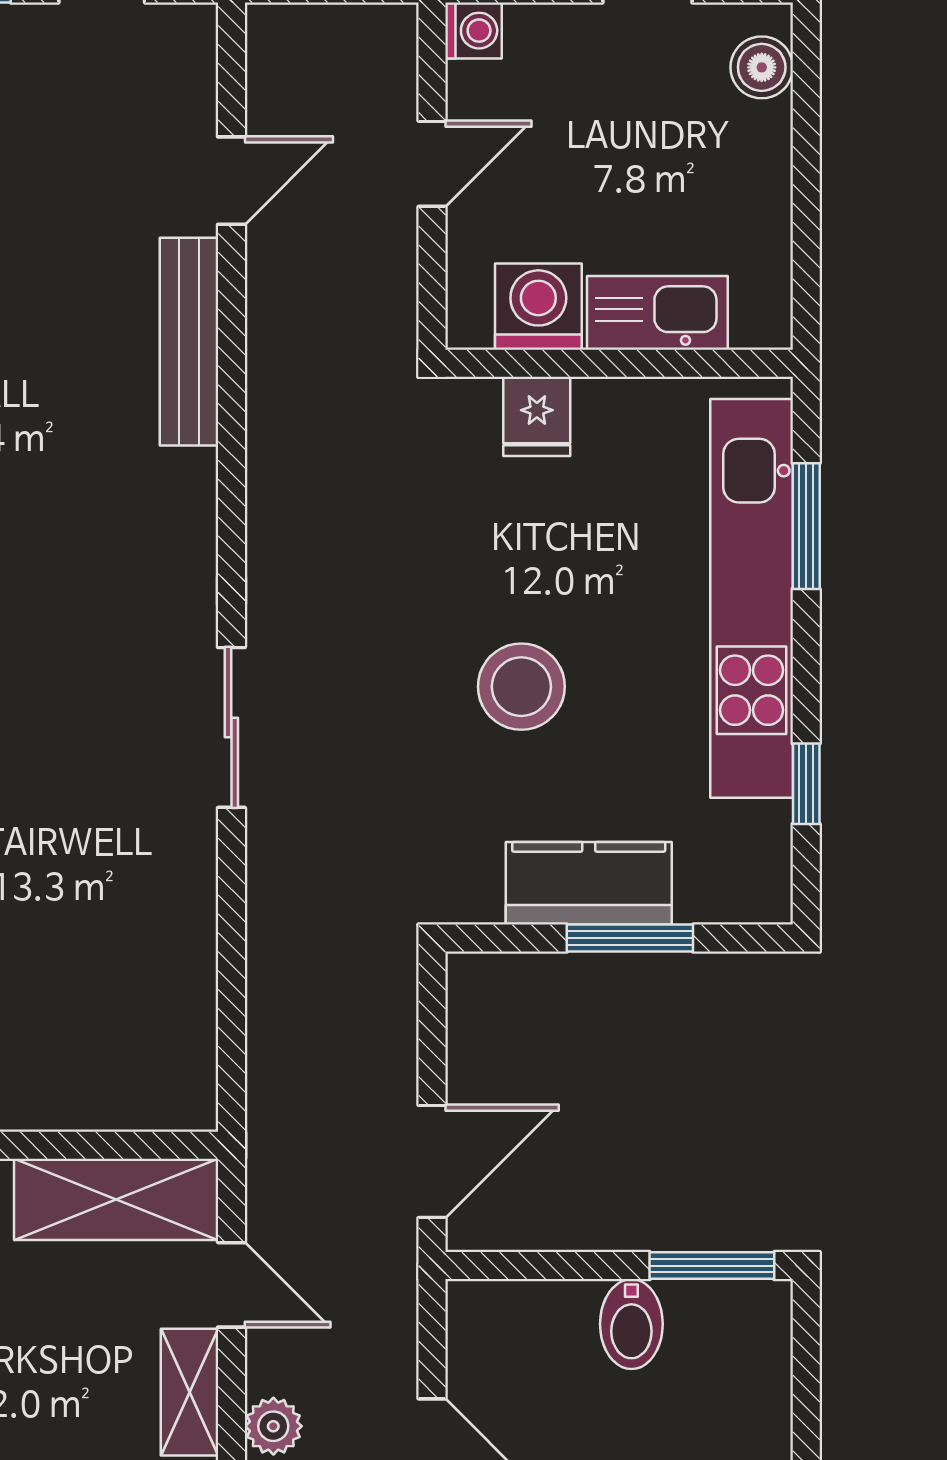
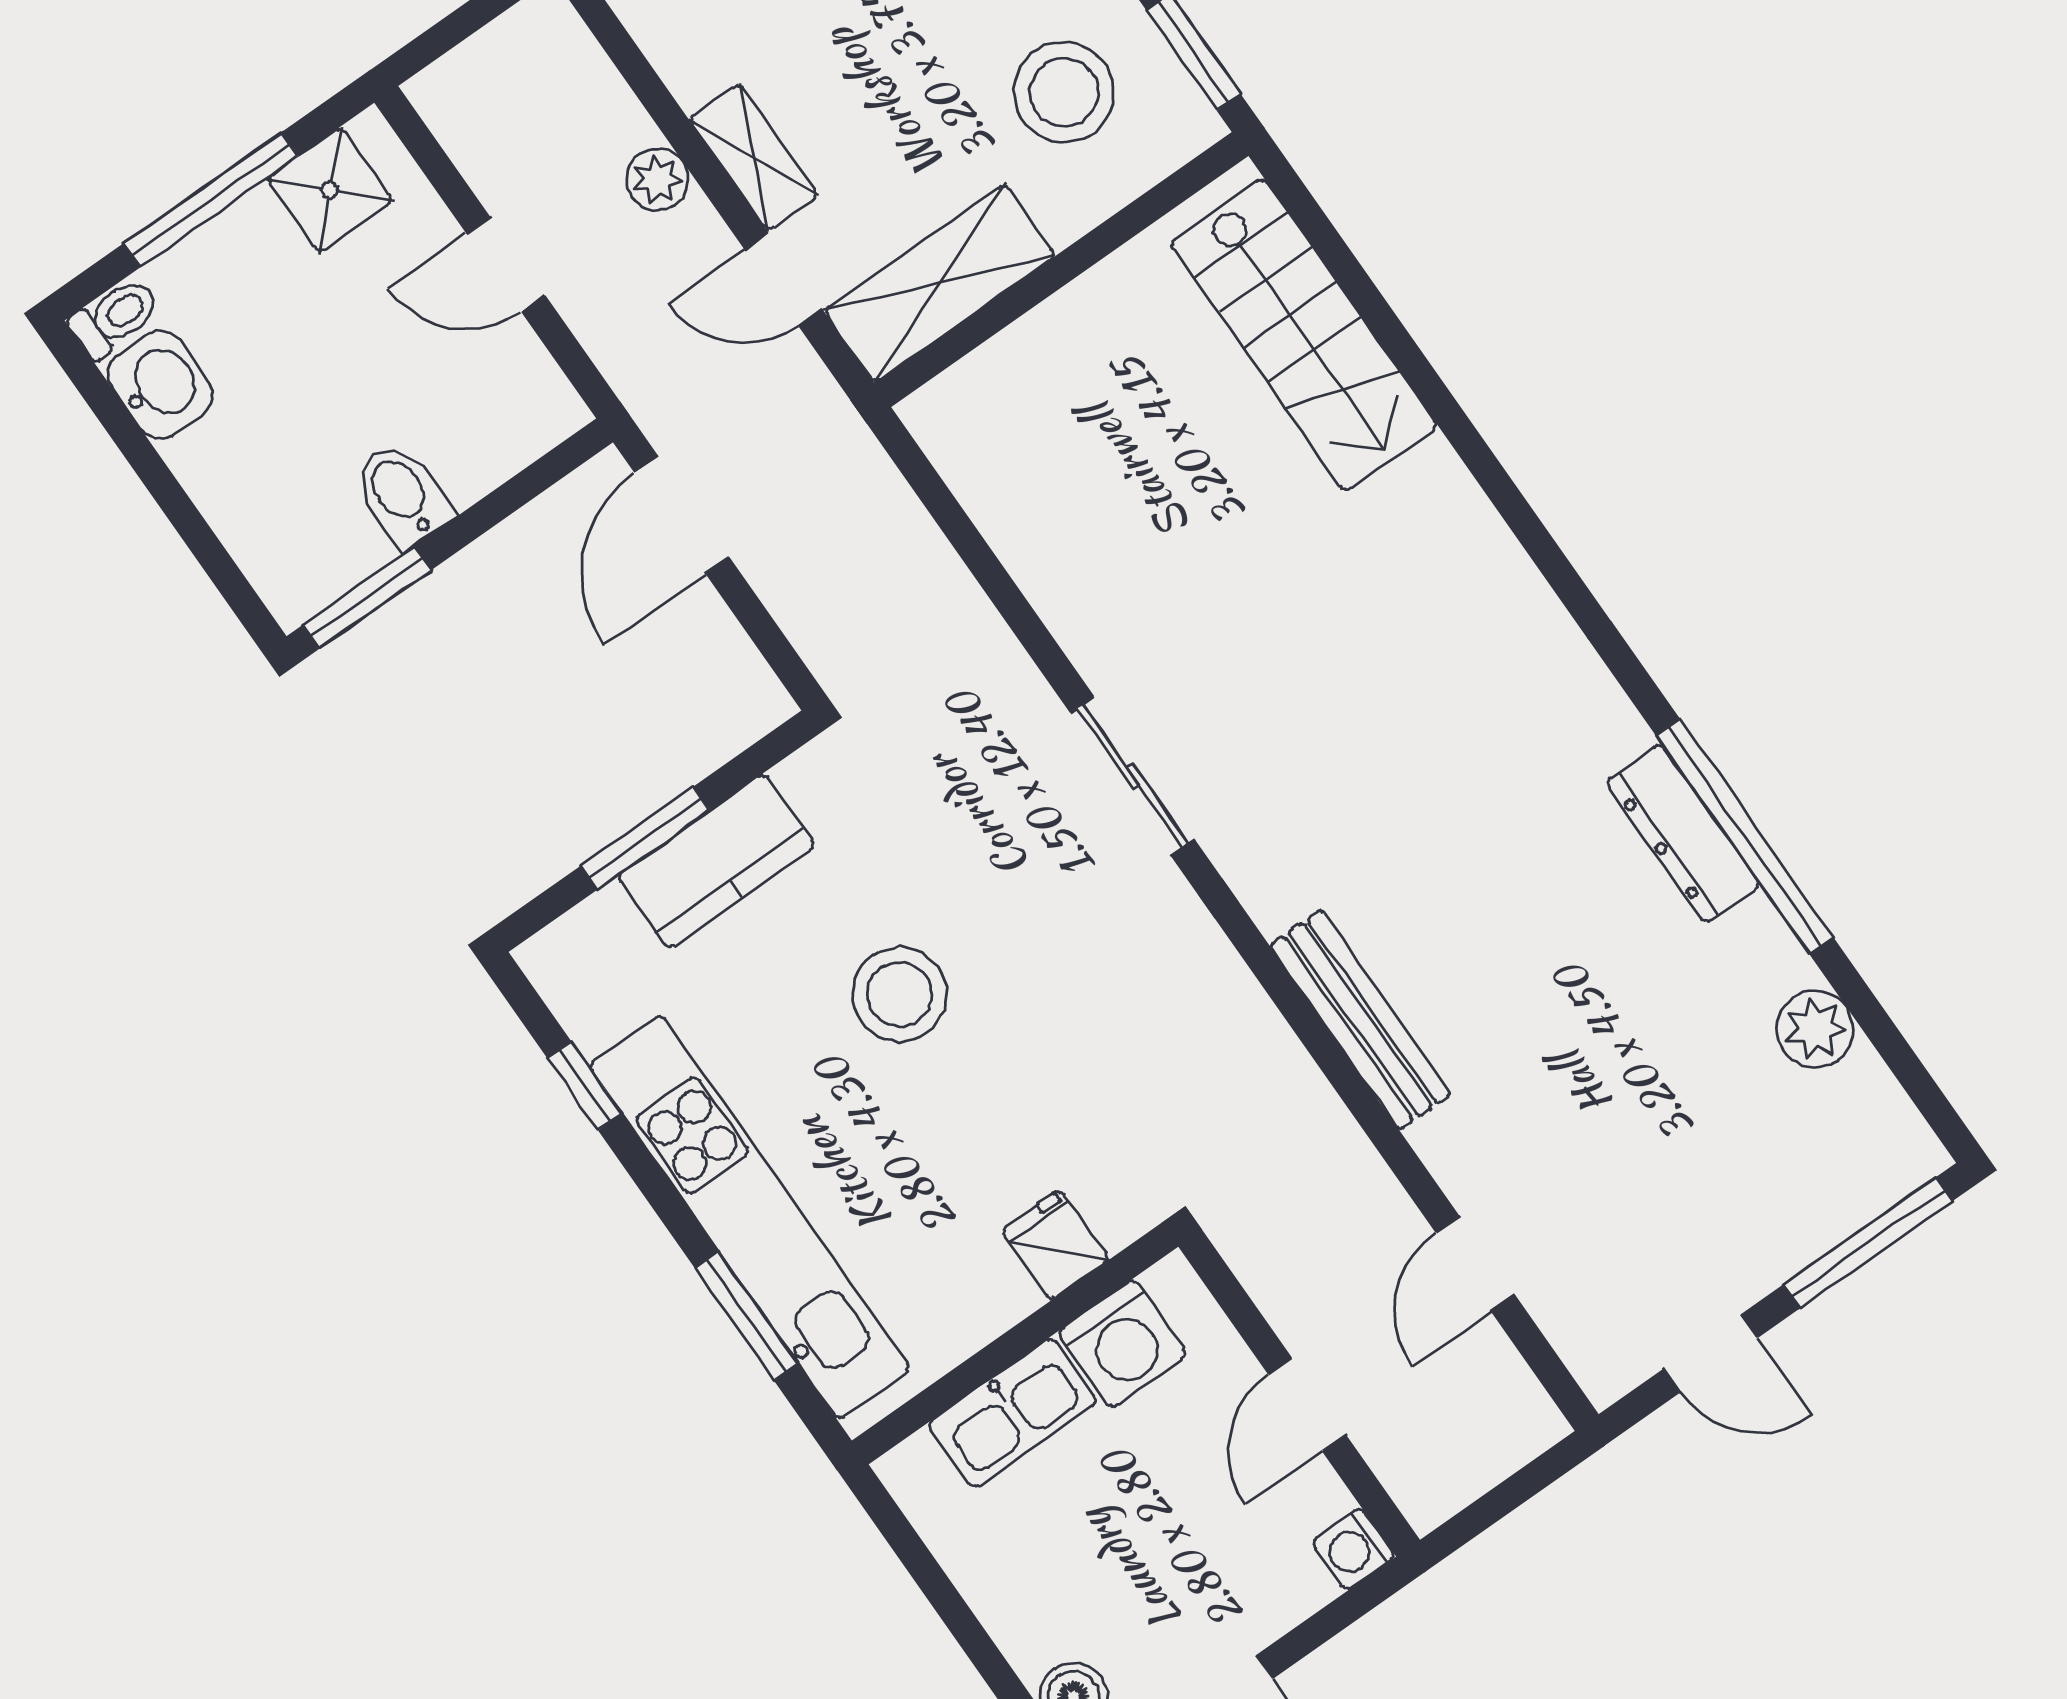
bench: (189, 342) -> (1360, 1020), moved

